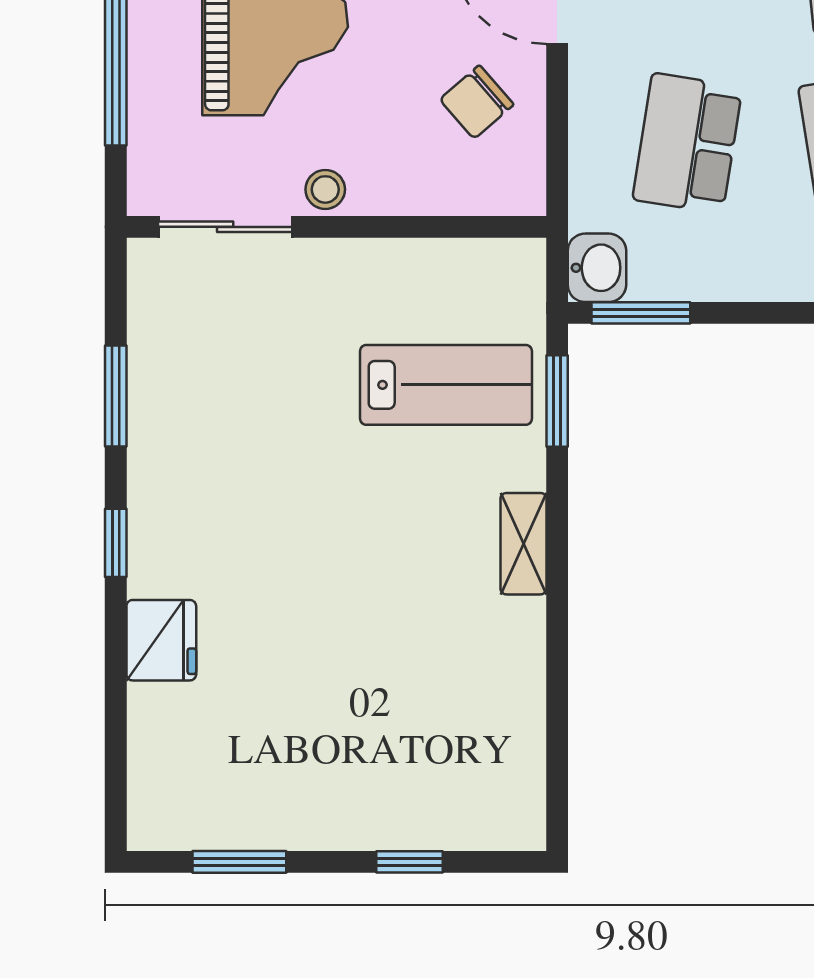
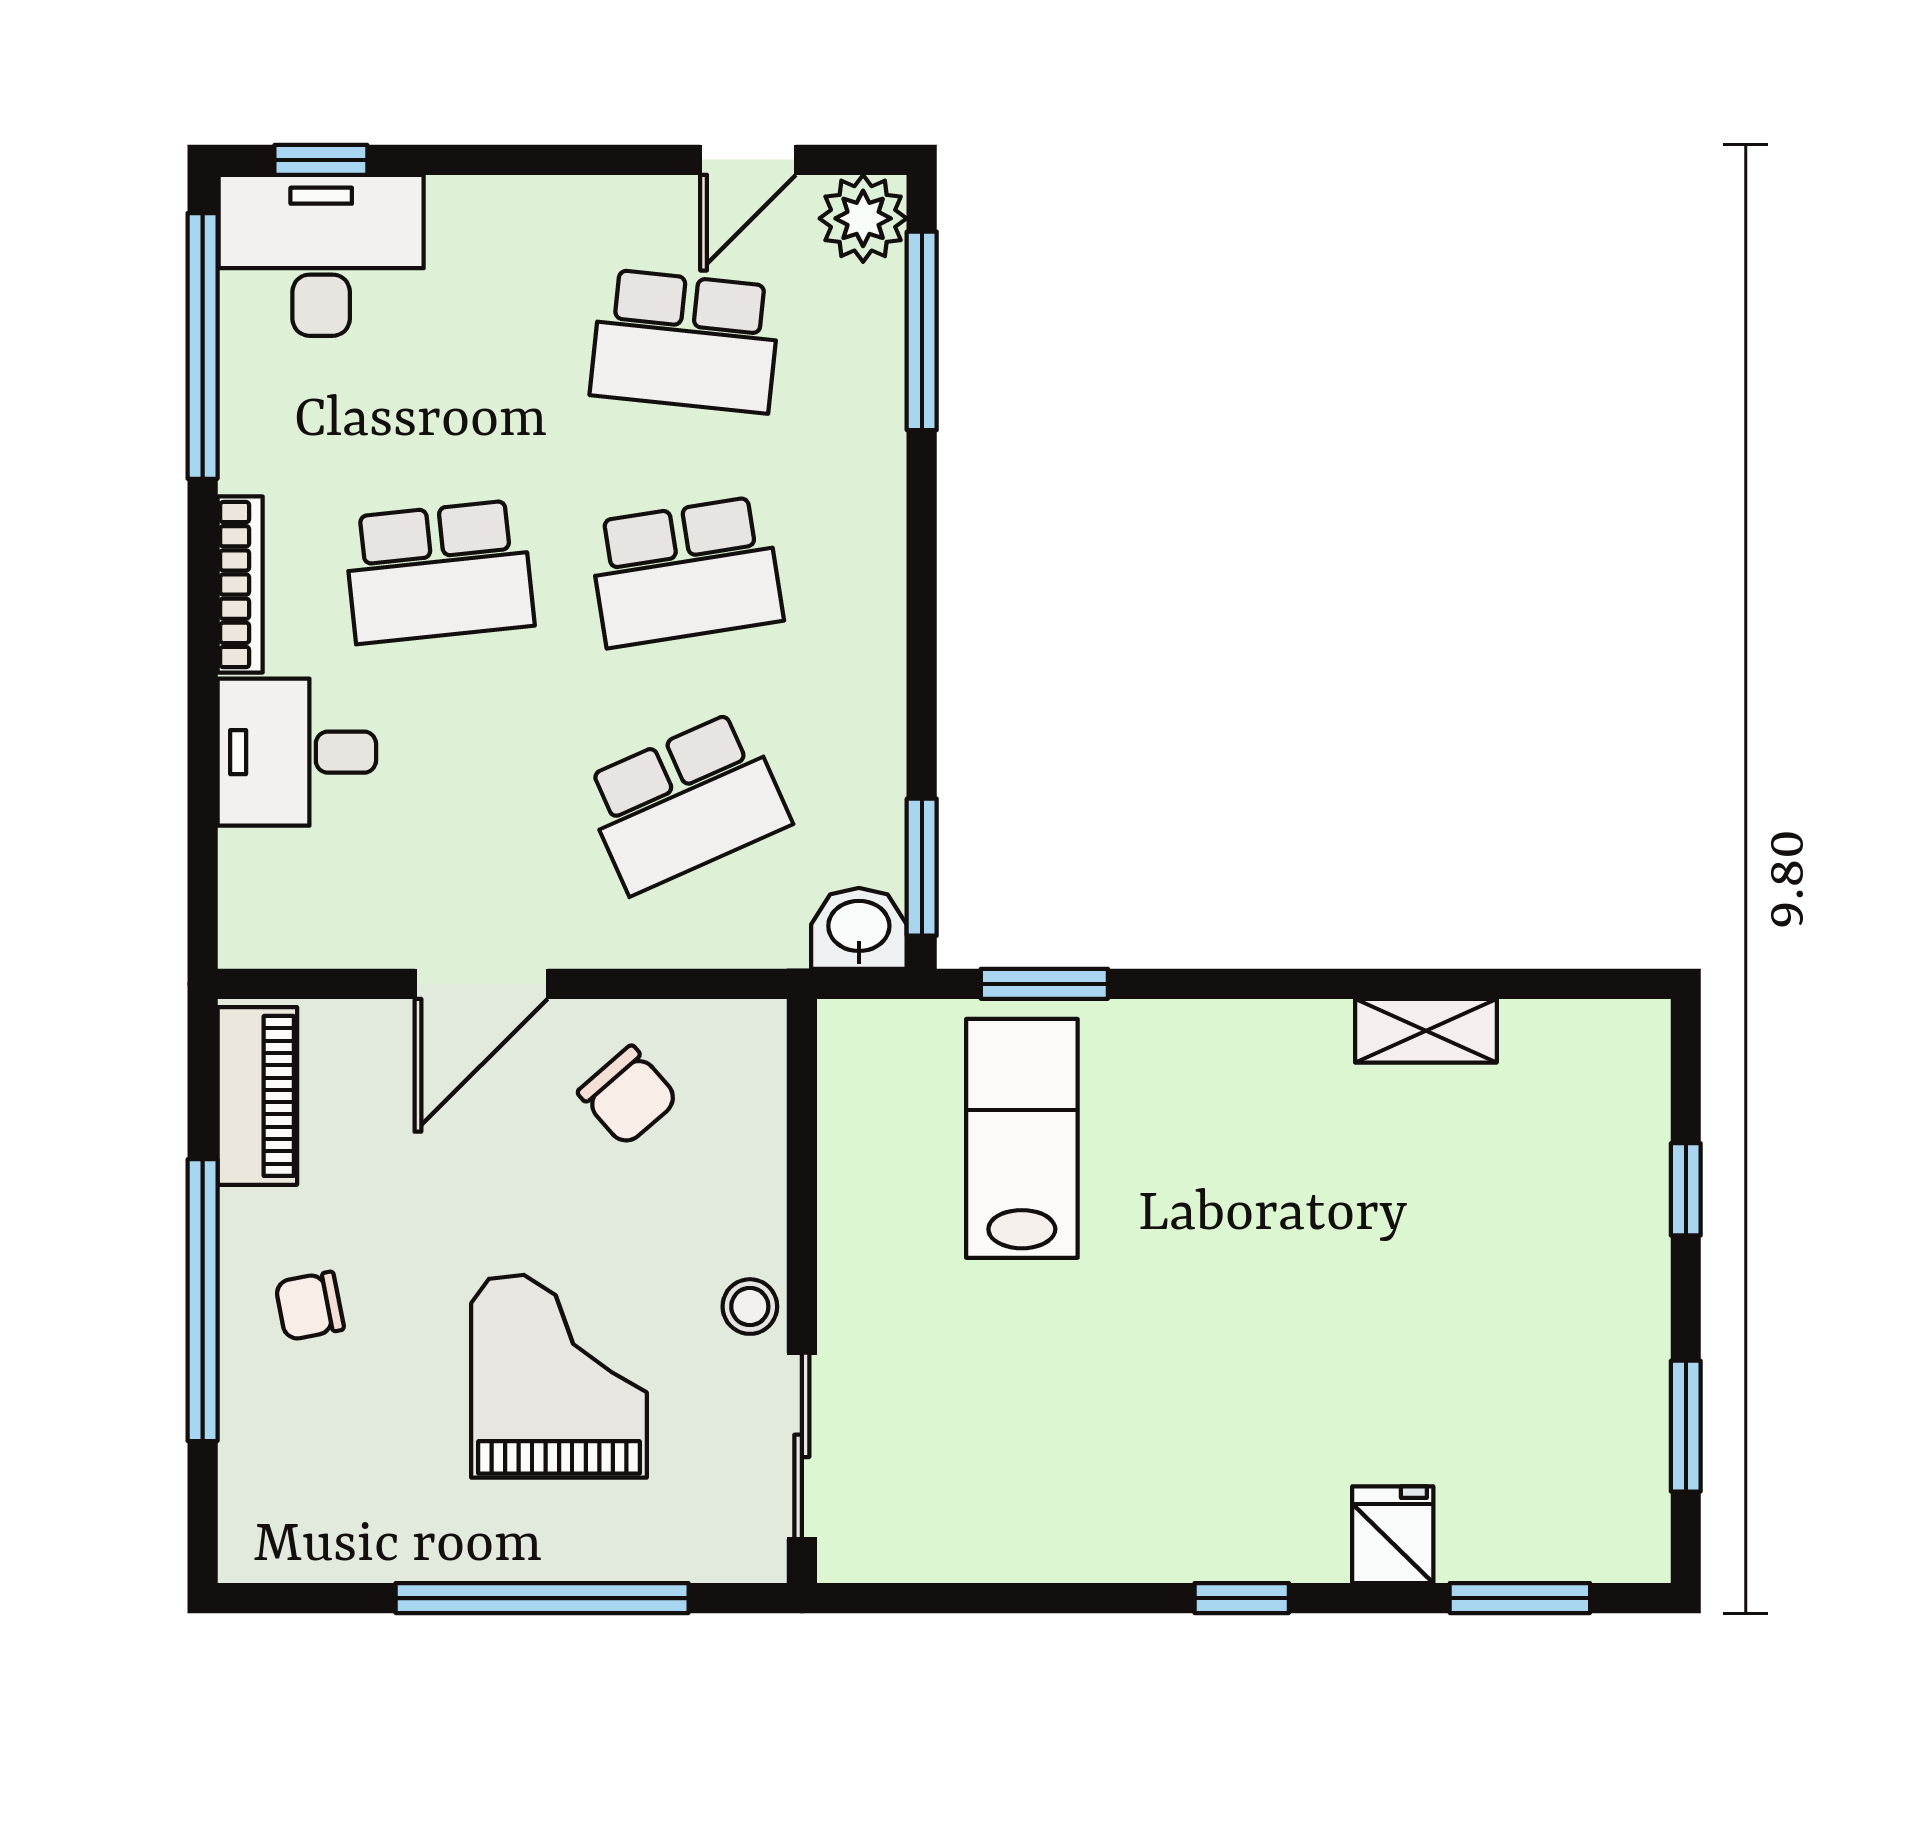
school desk: (687, 143) -> (685, 802), turned -33
window: (116, 396) -> (1520, 1598), moved
shelving: (523, 544) -> (1426, 1031), moved
fridge: (161, 640) -> (1393, 1535), width x0.72

